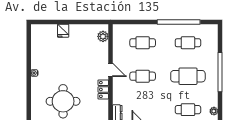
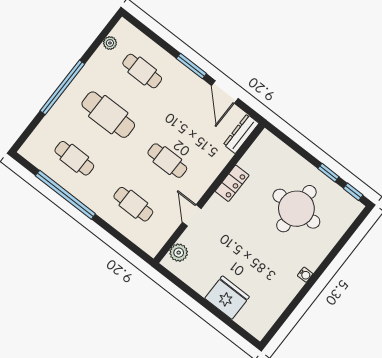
fridge: (63, 31) -> (227, 298), width x1.88, depth x1.34
door: (111, 70) -> (192, 215), moved

